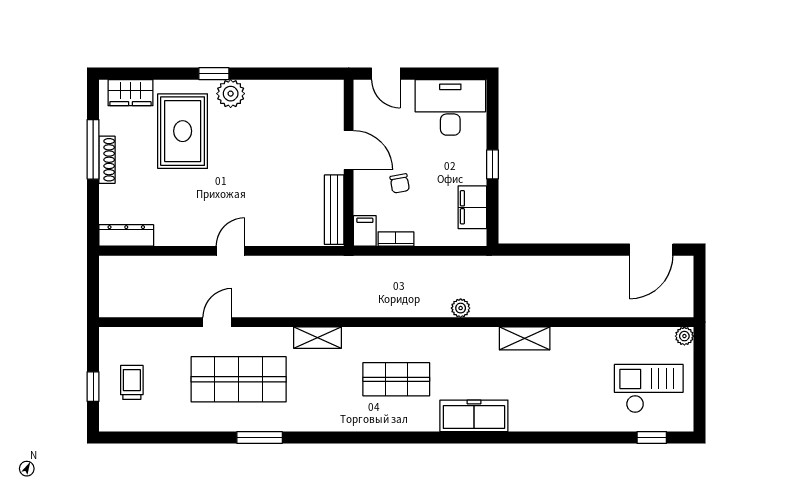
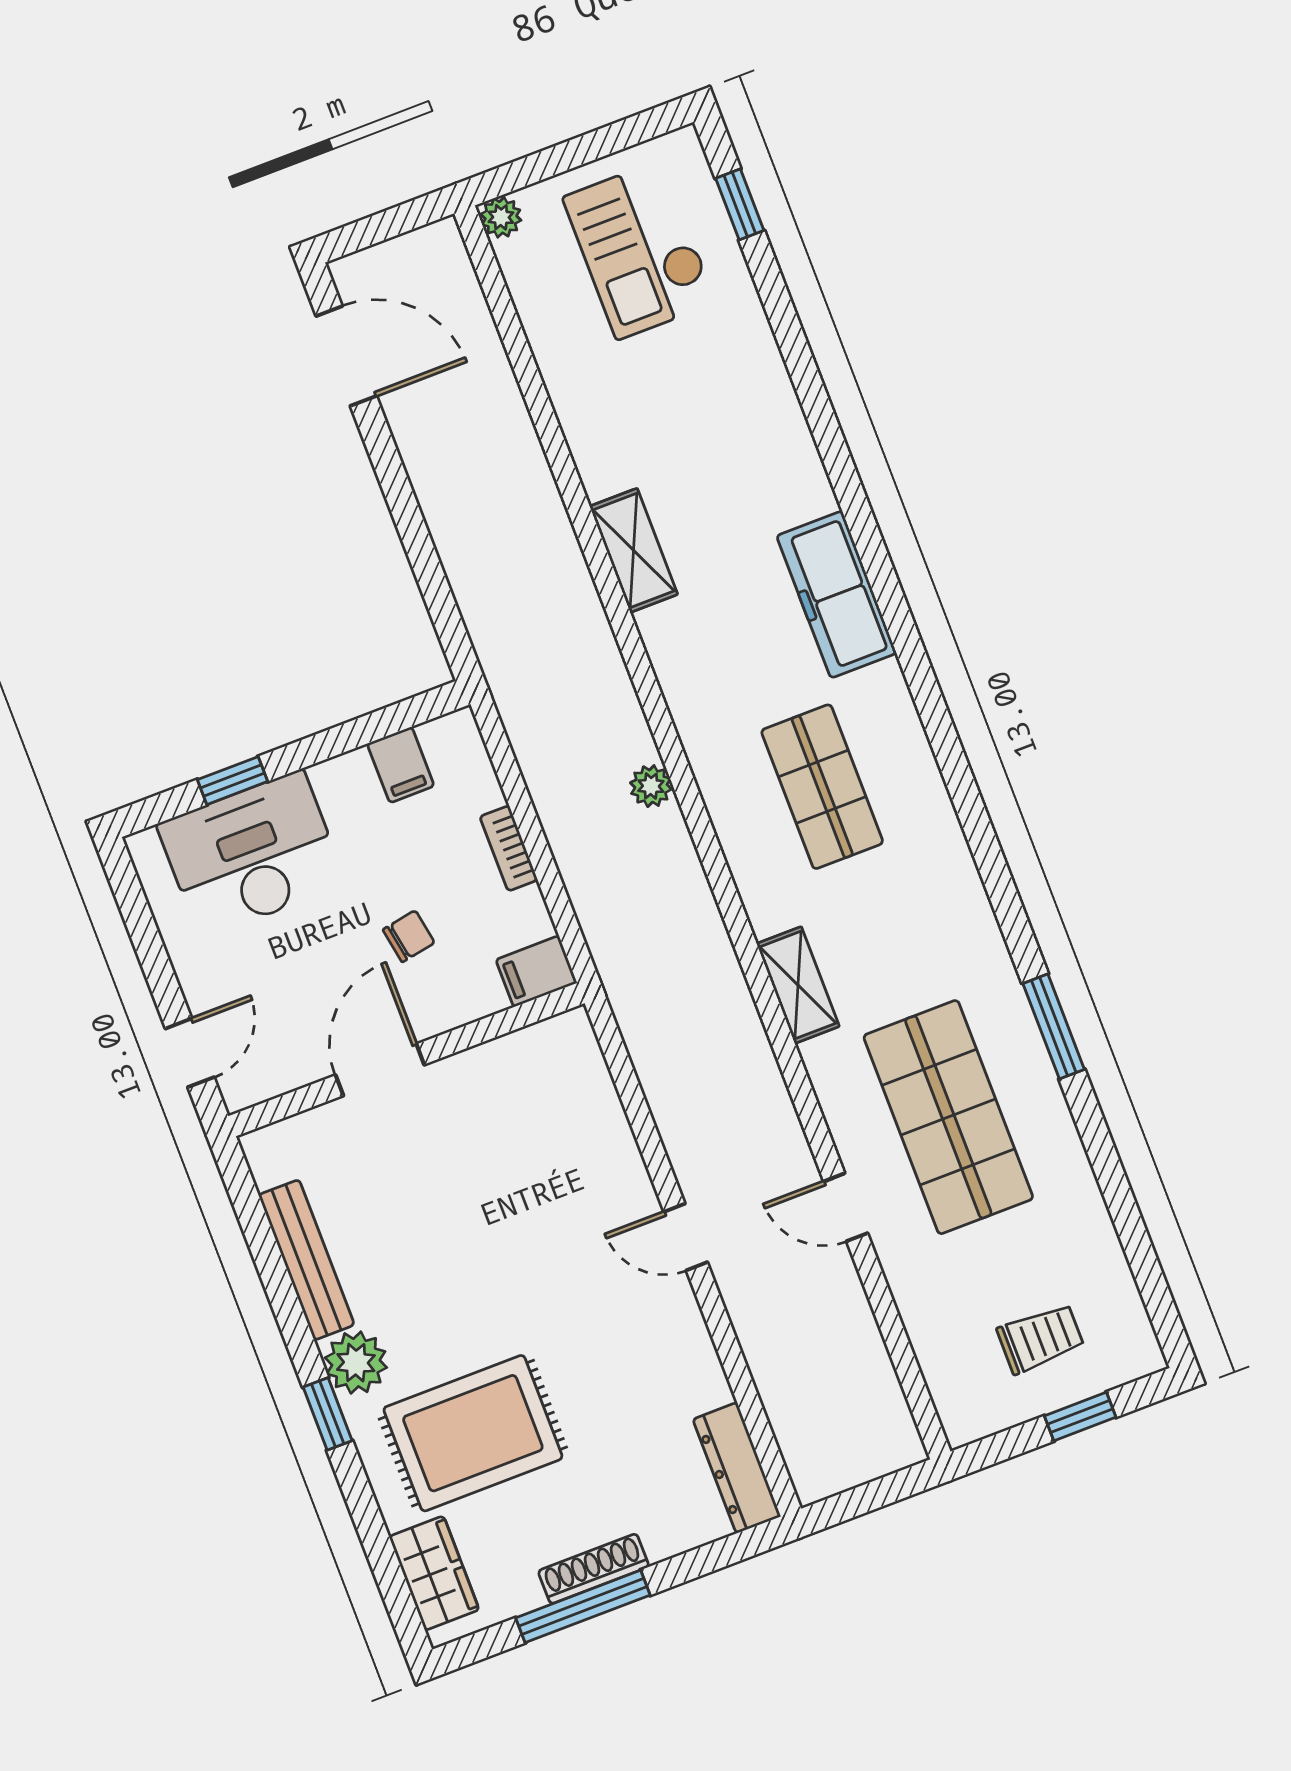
desk: (450, 107) -> (252, 854), moved, turned 90
window: (493, 164) -> (232, 781), moved
filing cabinet: (472, 207) -> (401, 765), width x0.50
bench: (334, 210) -> (306, 1260), moved, turned 90
bookcase: (396, 239) -> (509, 848), moved
plant: (461, 308) -> (651, 786), moved
trolley: (132, 382) -> (1040, 1338), turned 180

